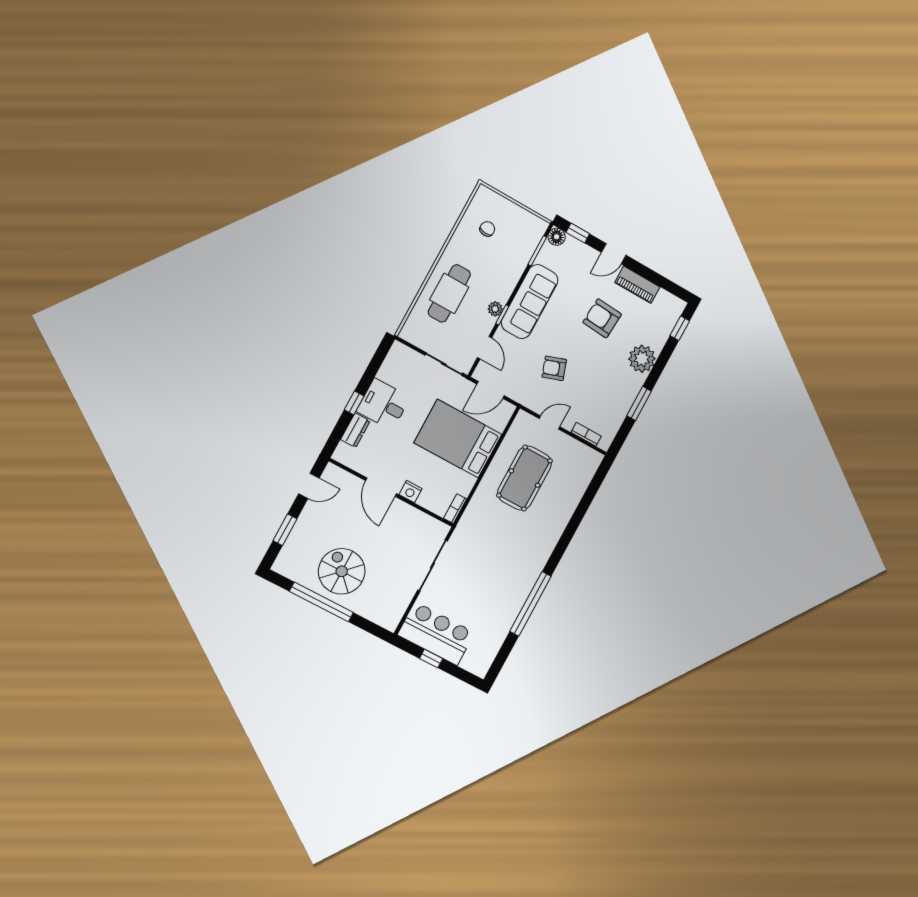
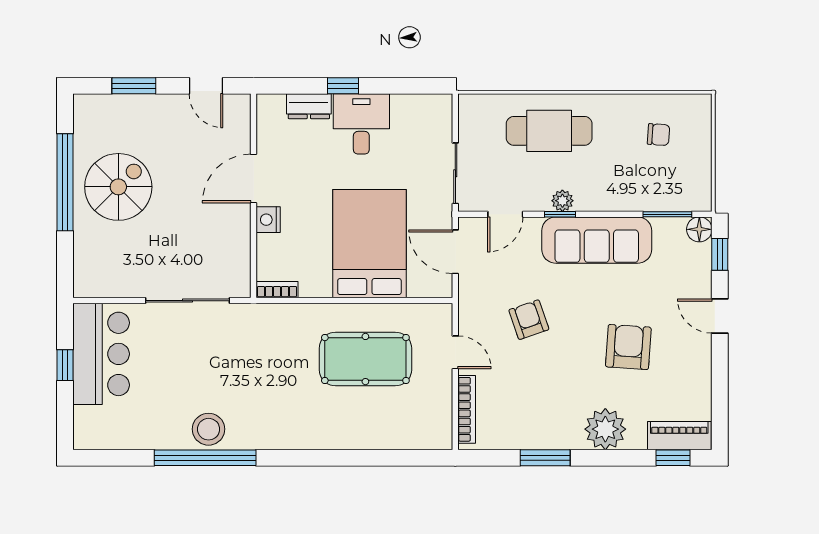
piano: (637, 285) -> (679, 436), moved, turned 90
bookcase: (586, 434) -> (467, 409), width x1.56
stool: (515, 593) -> (209, 429), added

